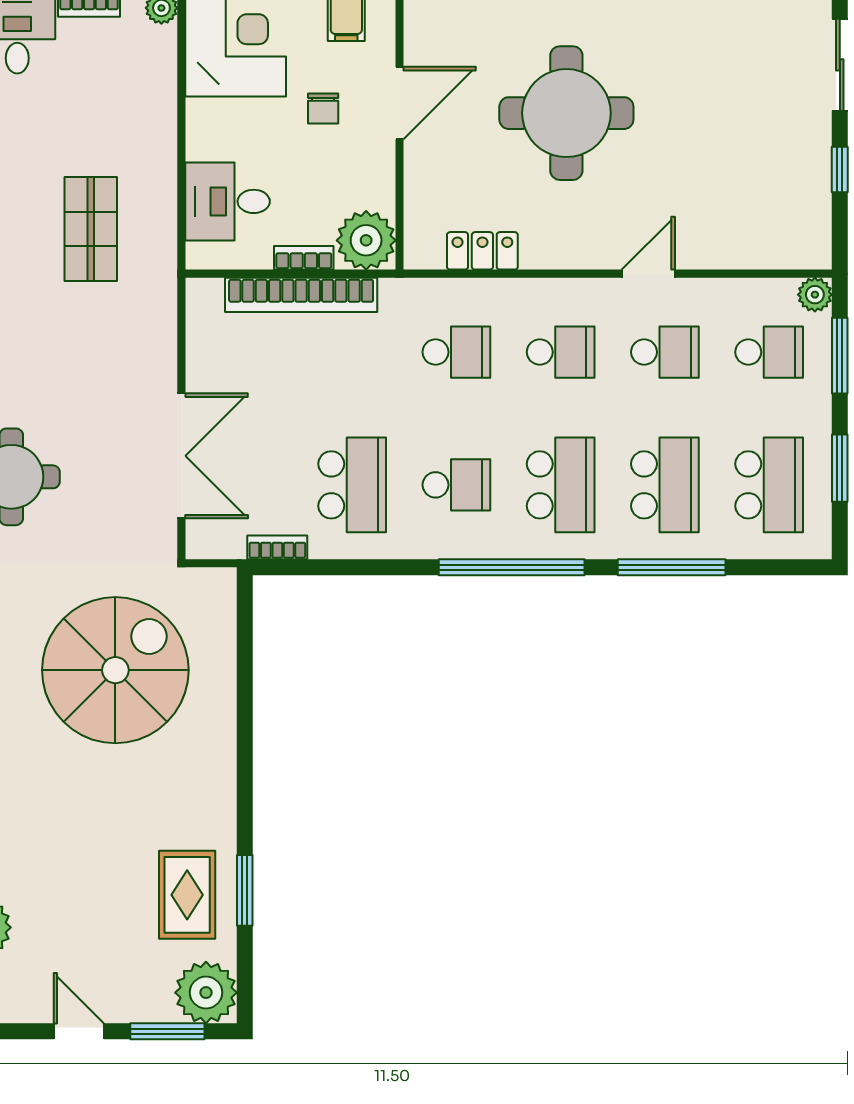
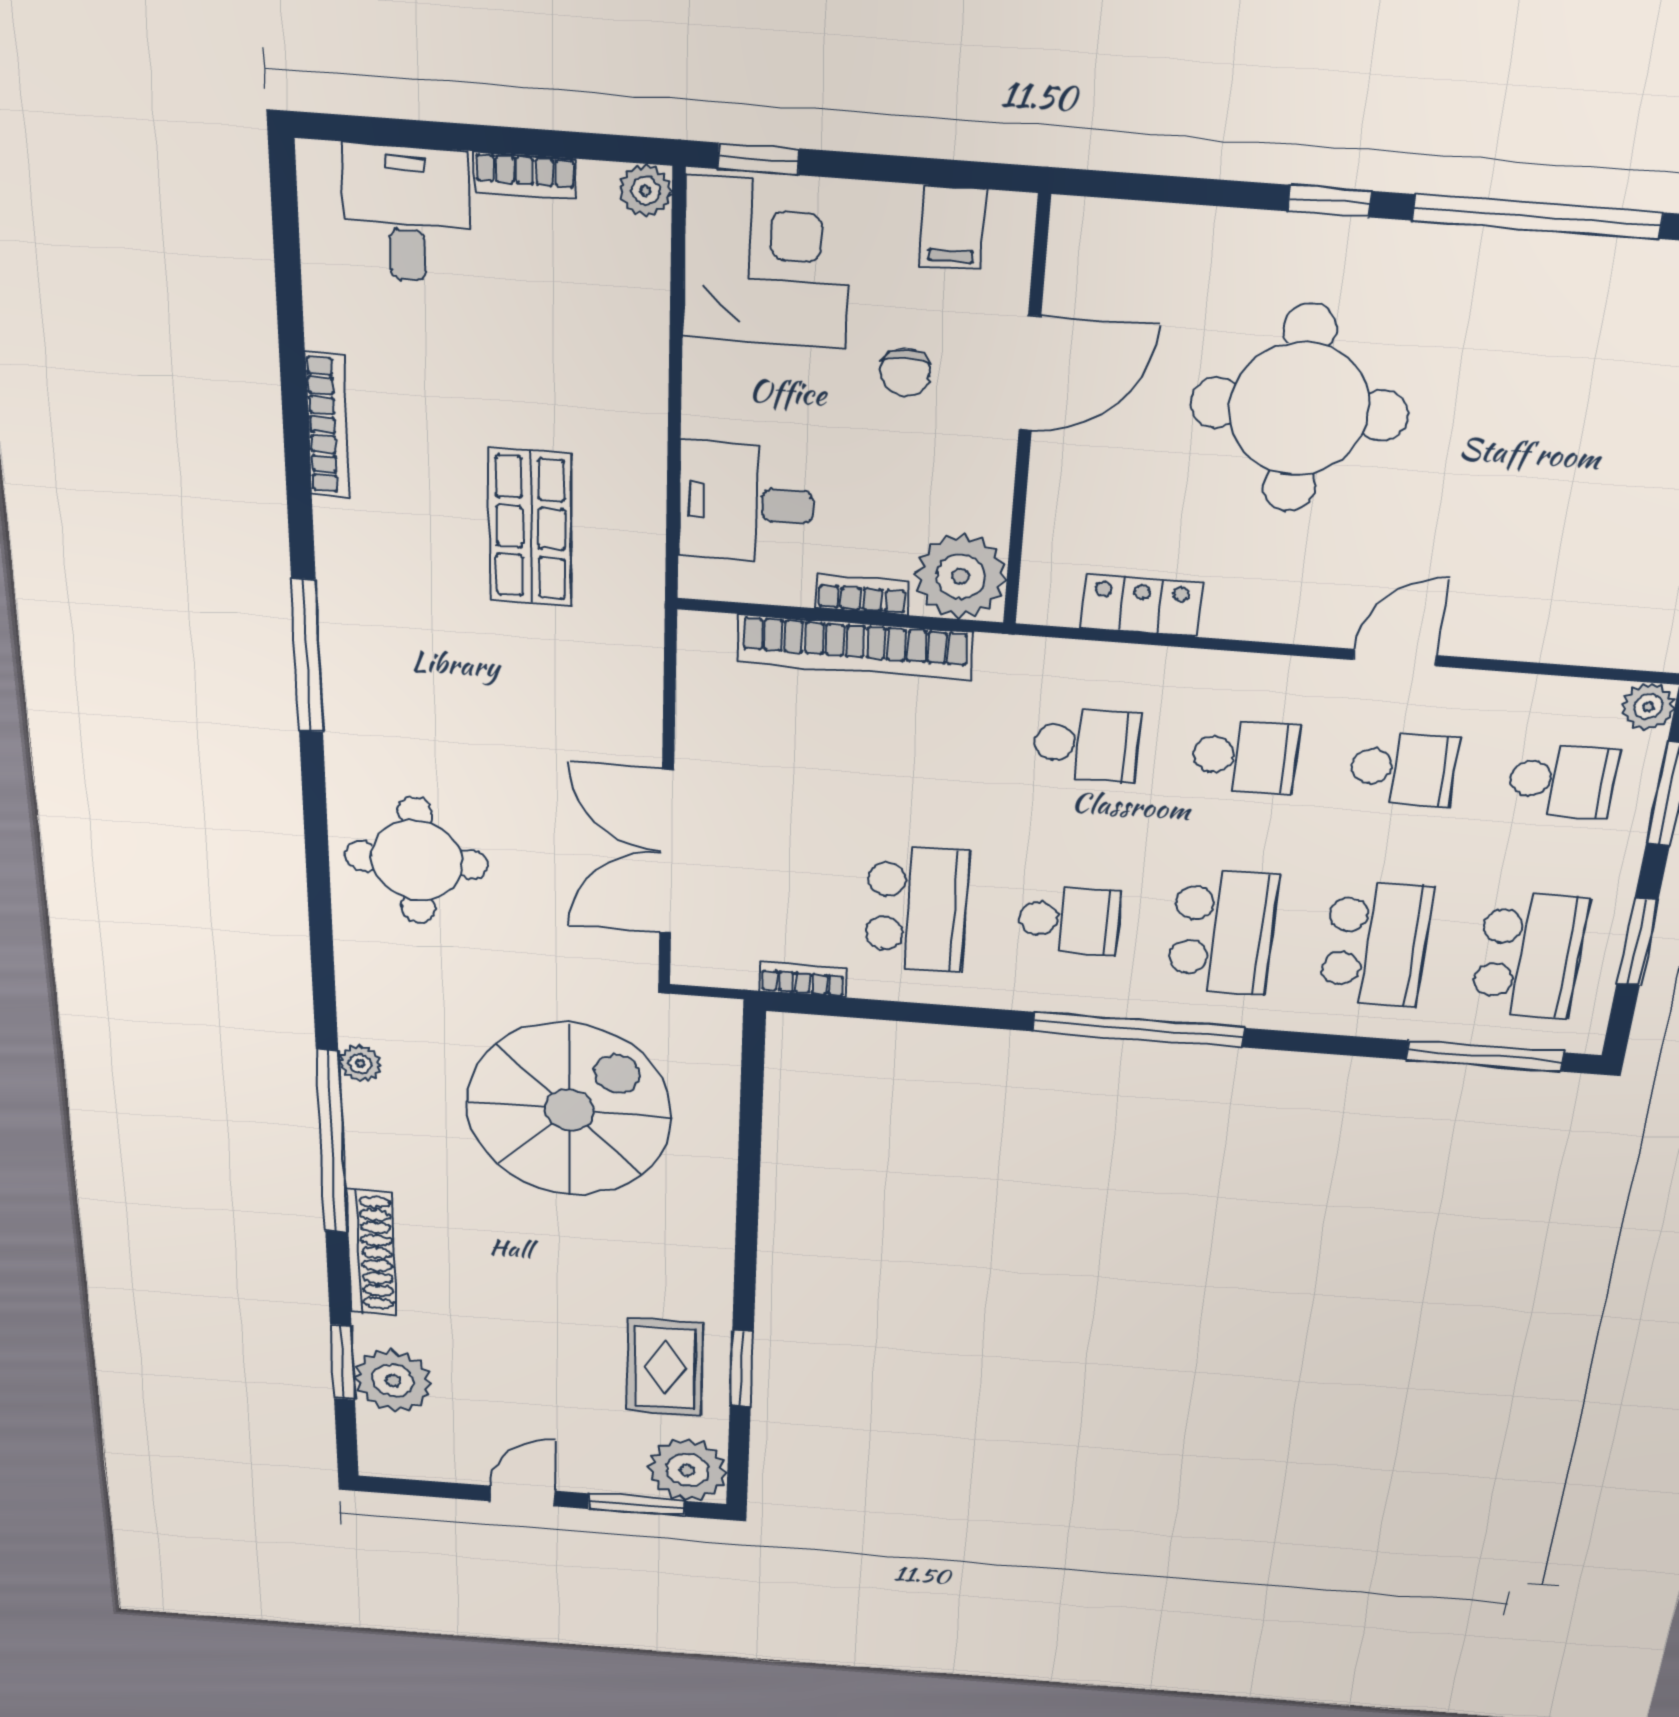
double door: (181, 456) -> (667, 852), swing flipped
window: (672, 567) -> (1485, 1056), moved
door: (79, 1031) -> (523, 1496), hinge flipped

